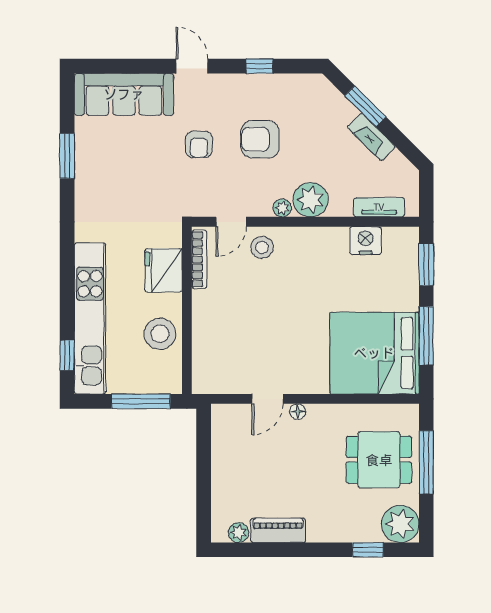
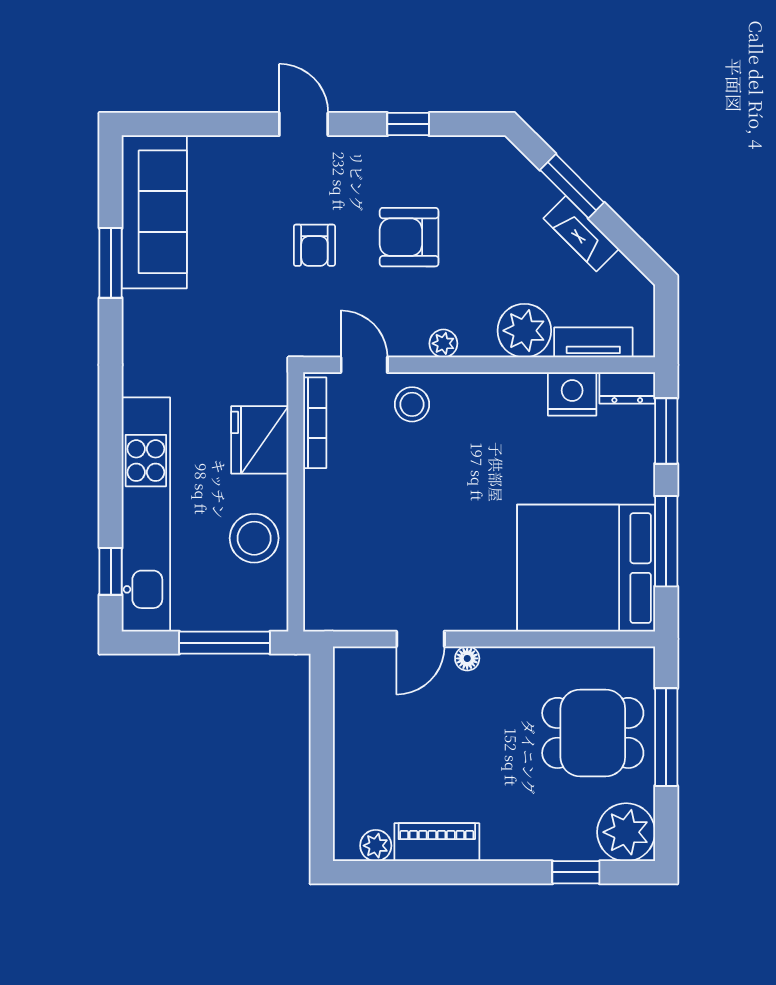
sofa: (124, 94) -> (154, 212), moved, turned -90
plant: (310, 200) -> (524, 331), moved
door: (231, 222) -> (364, 365), swing flipped
dresser: (401, 237) -> (627, 388), added

